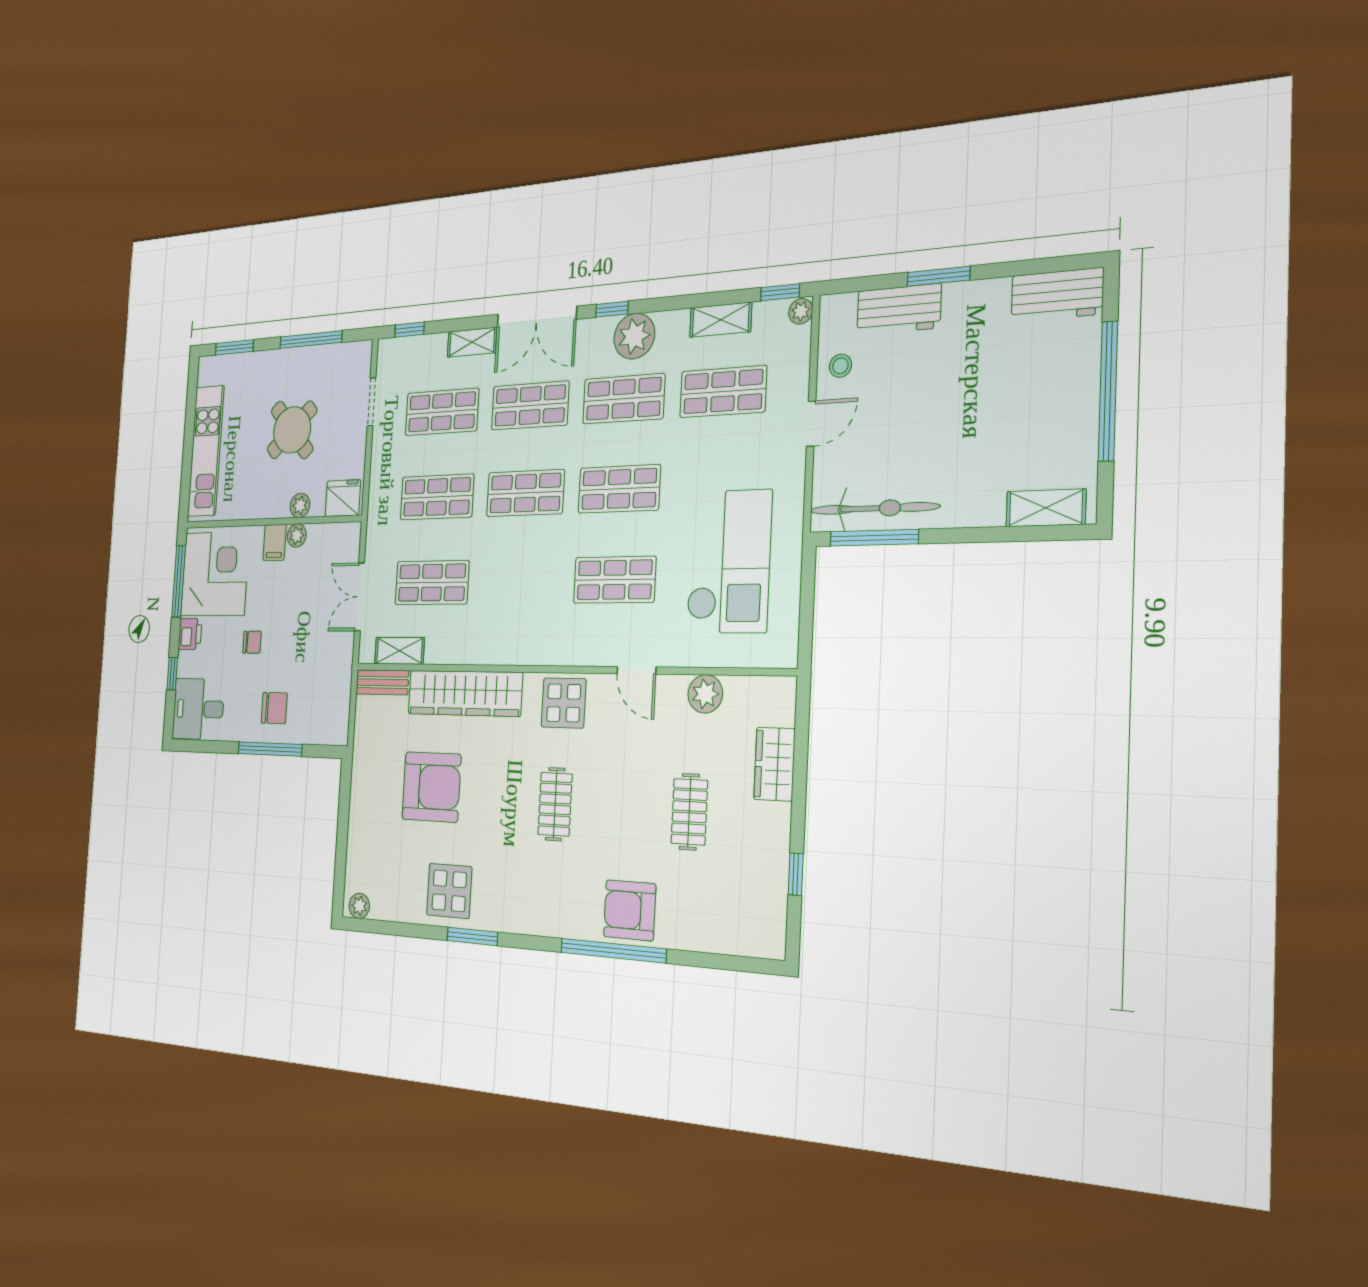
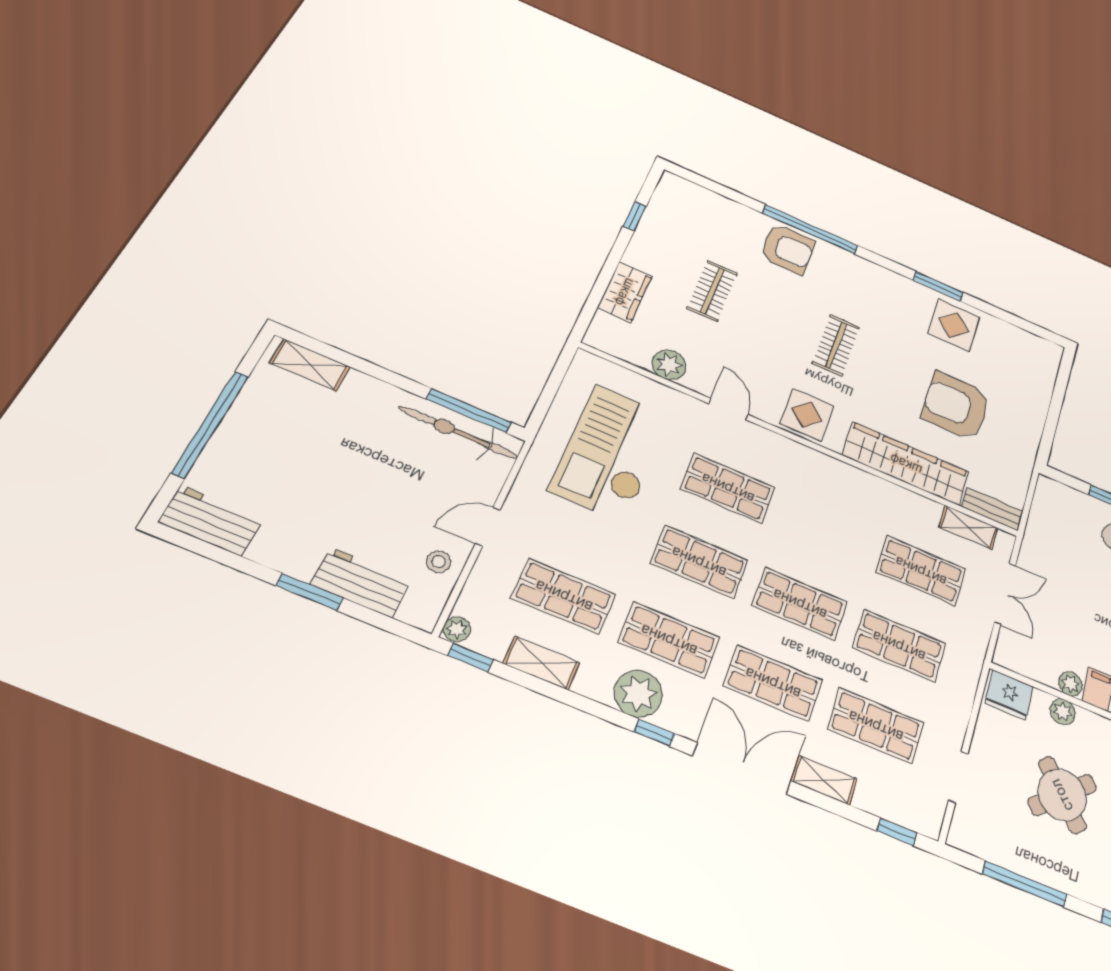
plant: (359, 906) -> (1046, 349), removed

